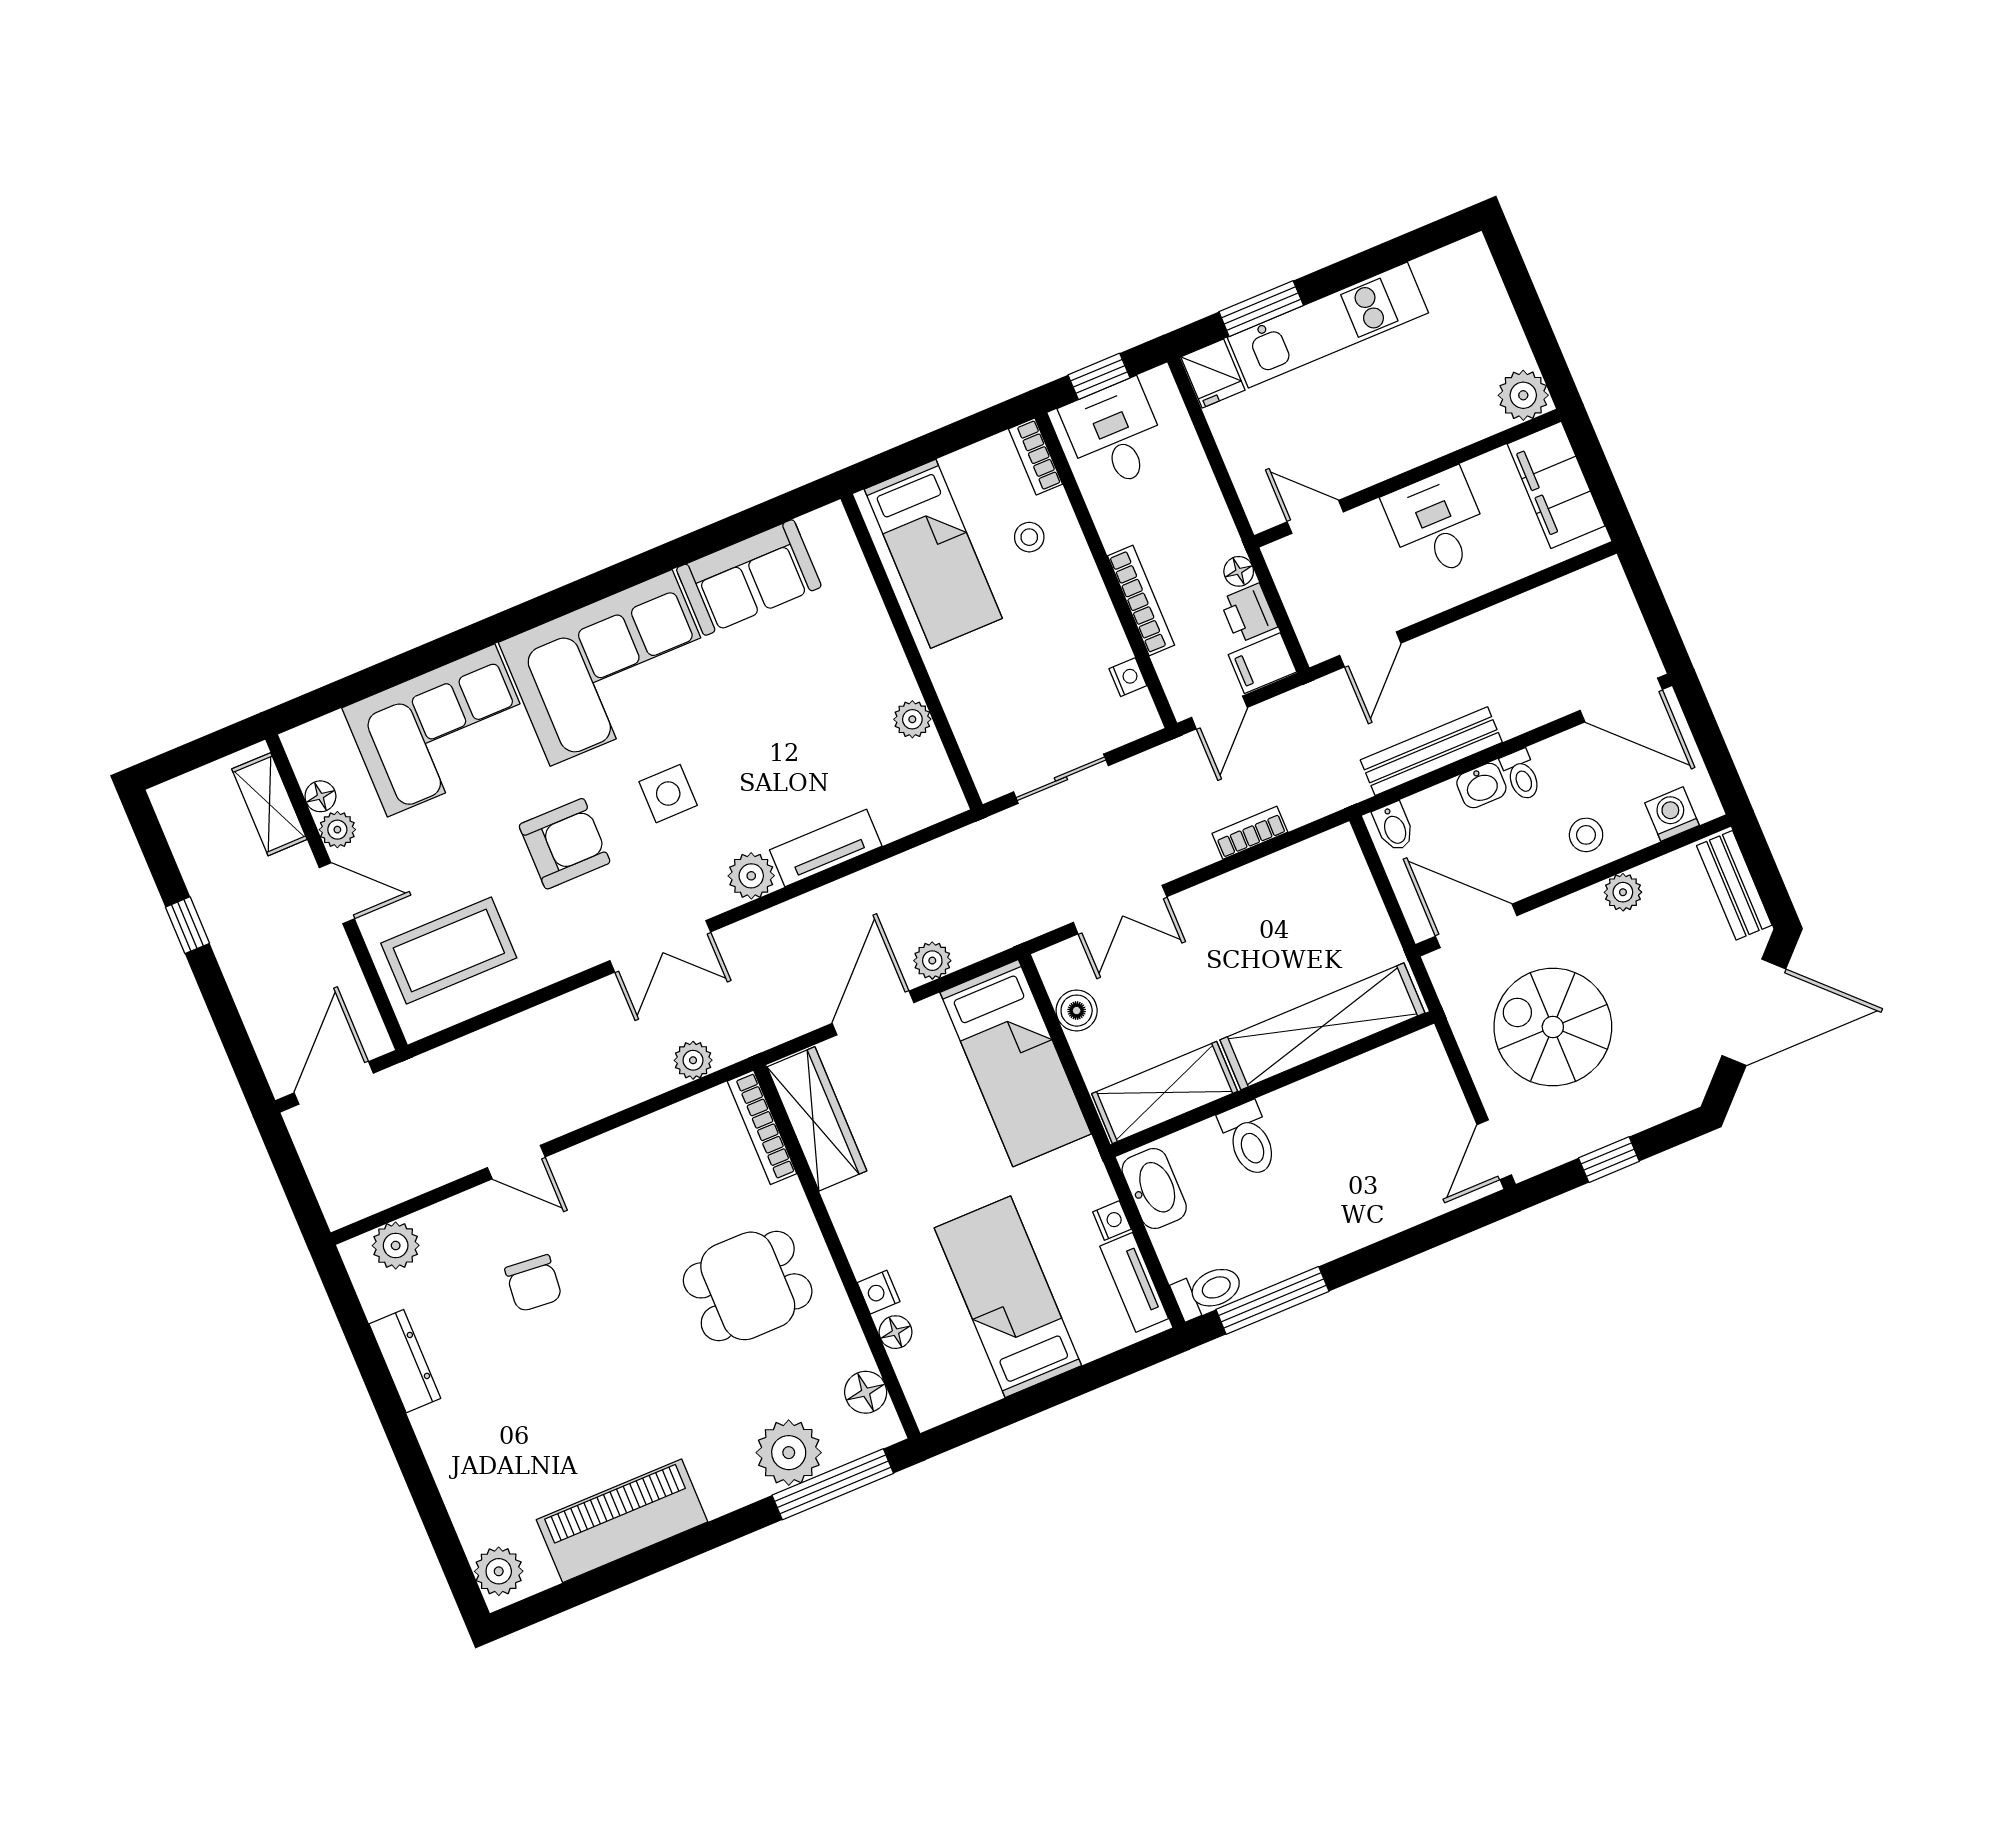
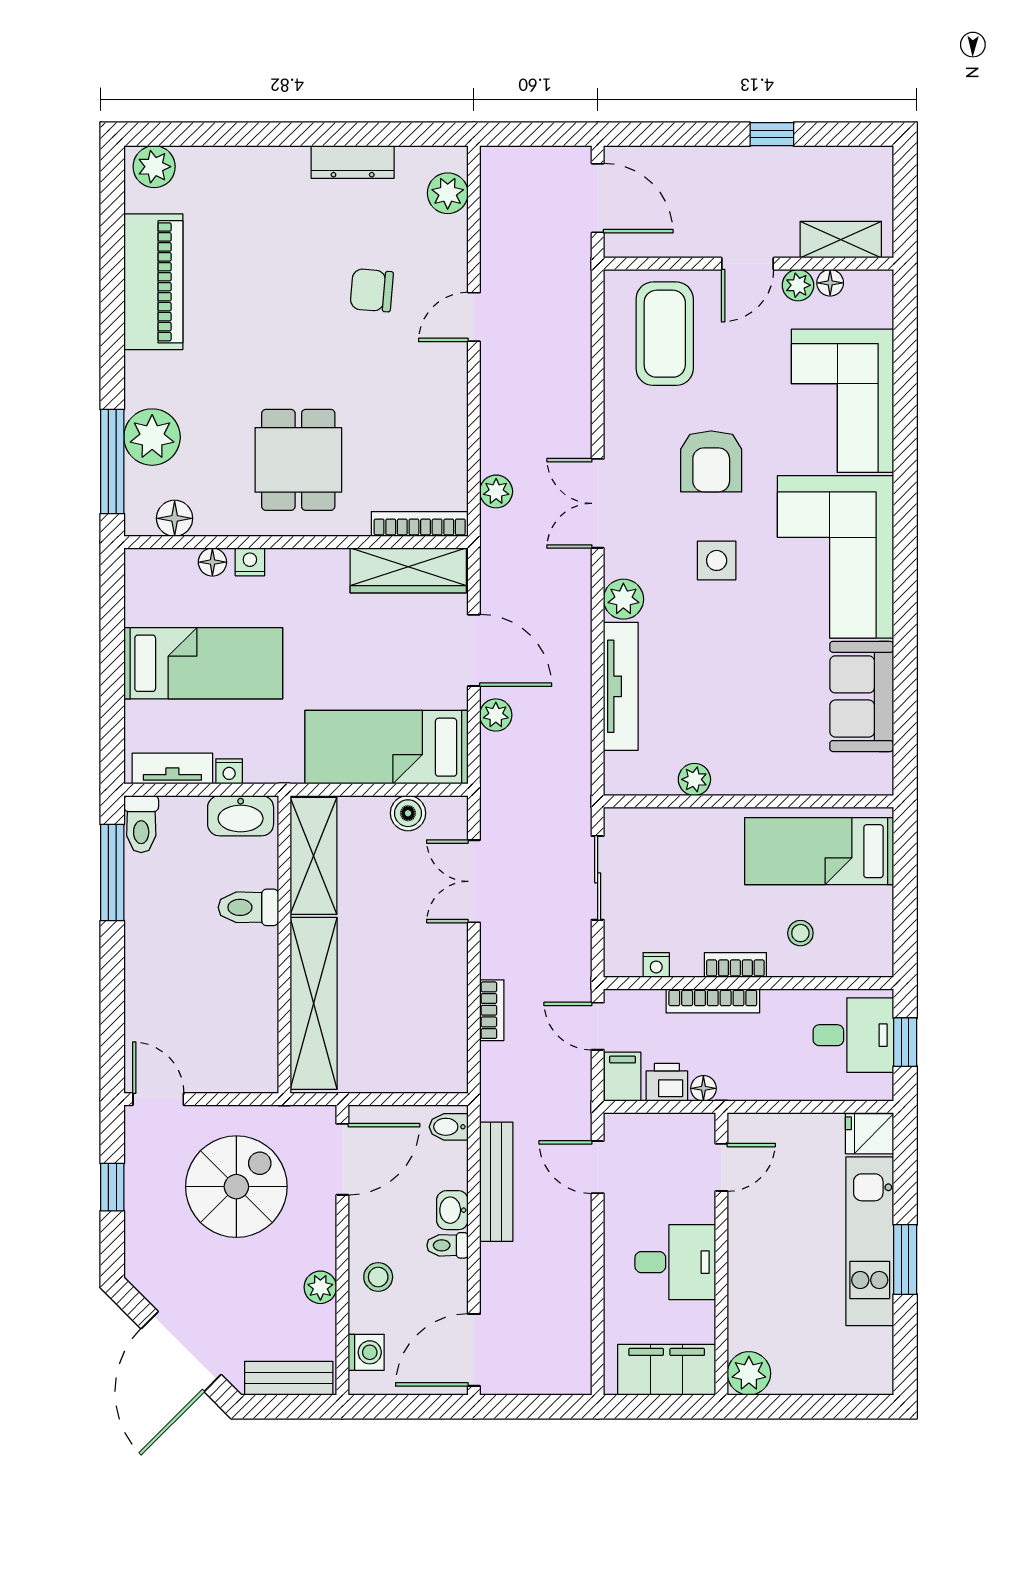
window: (1261, 309) -> (905, 1260), moved
bookcase: (1036, 456) -> (735, 965), moved
tv unit: (826, 848) -> (621, 686), width x1.41

